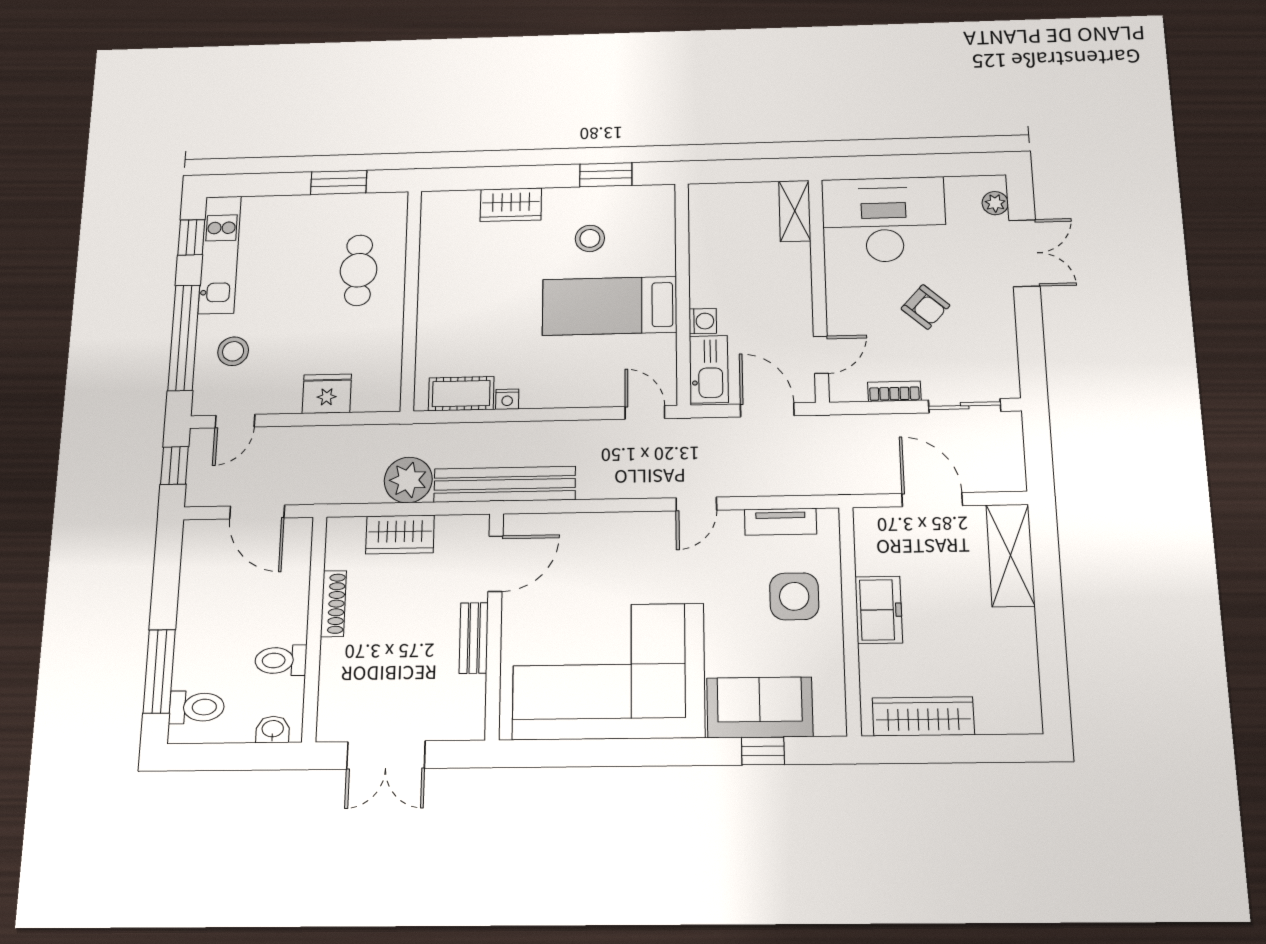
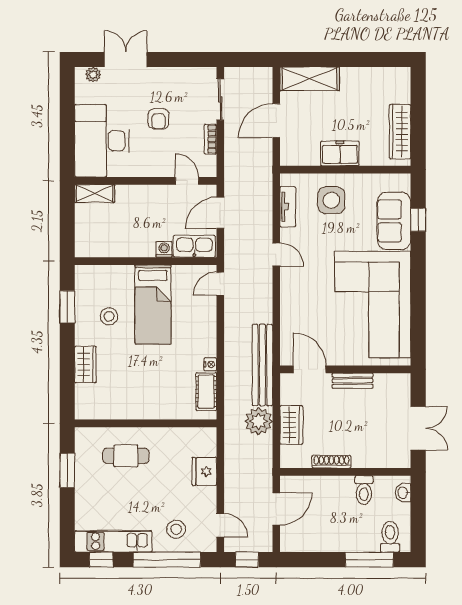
armchair: (925, 307) -> (159, 119), turned 138

